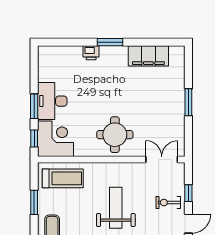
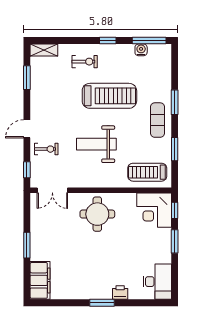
filing cabinet: (148, 56) -> (40, 280), moved, turned 90
desk: (52, 101) -> (157, 282), moved
window: (188, 193) -> (27, 170), moved
weight bench: (116, 208) -> (96, 144), turned 90

